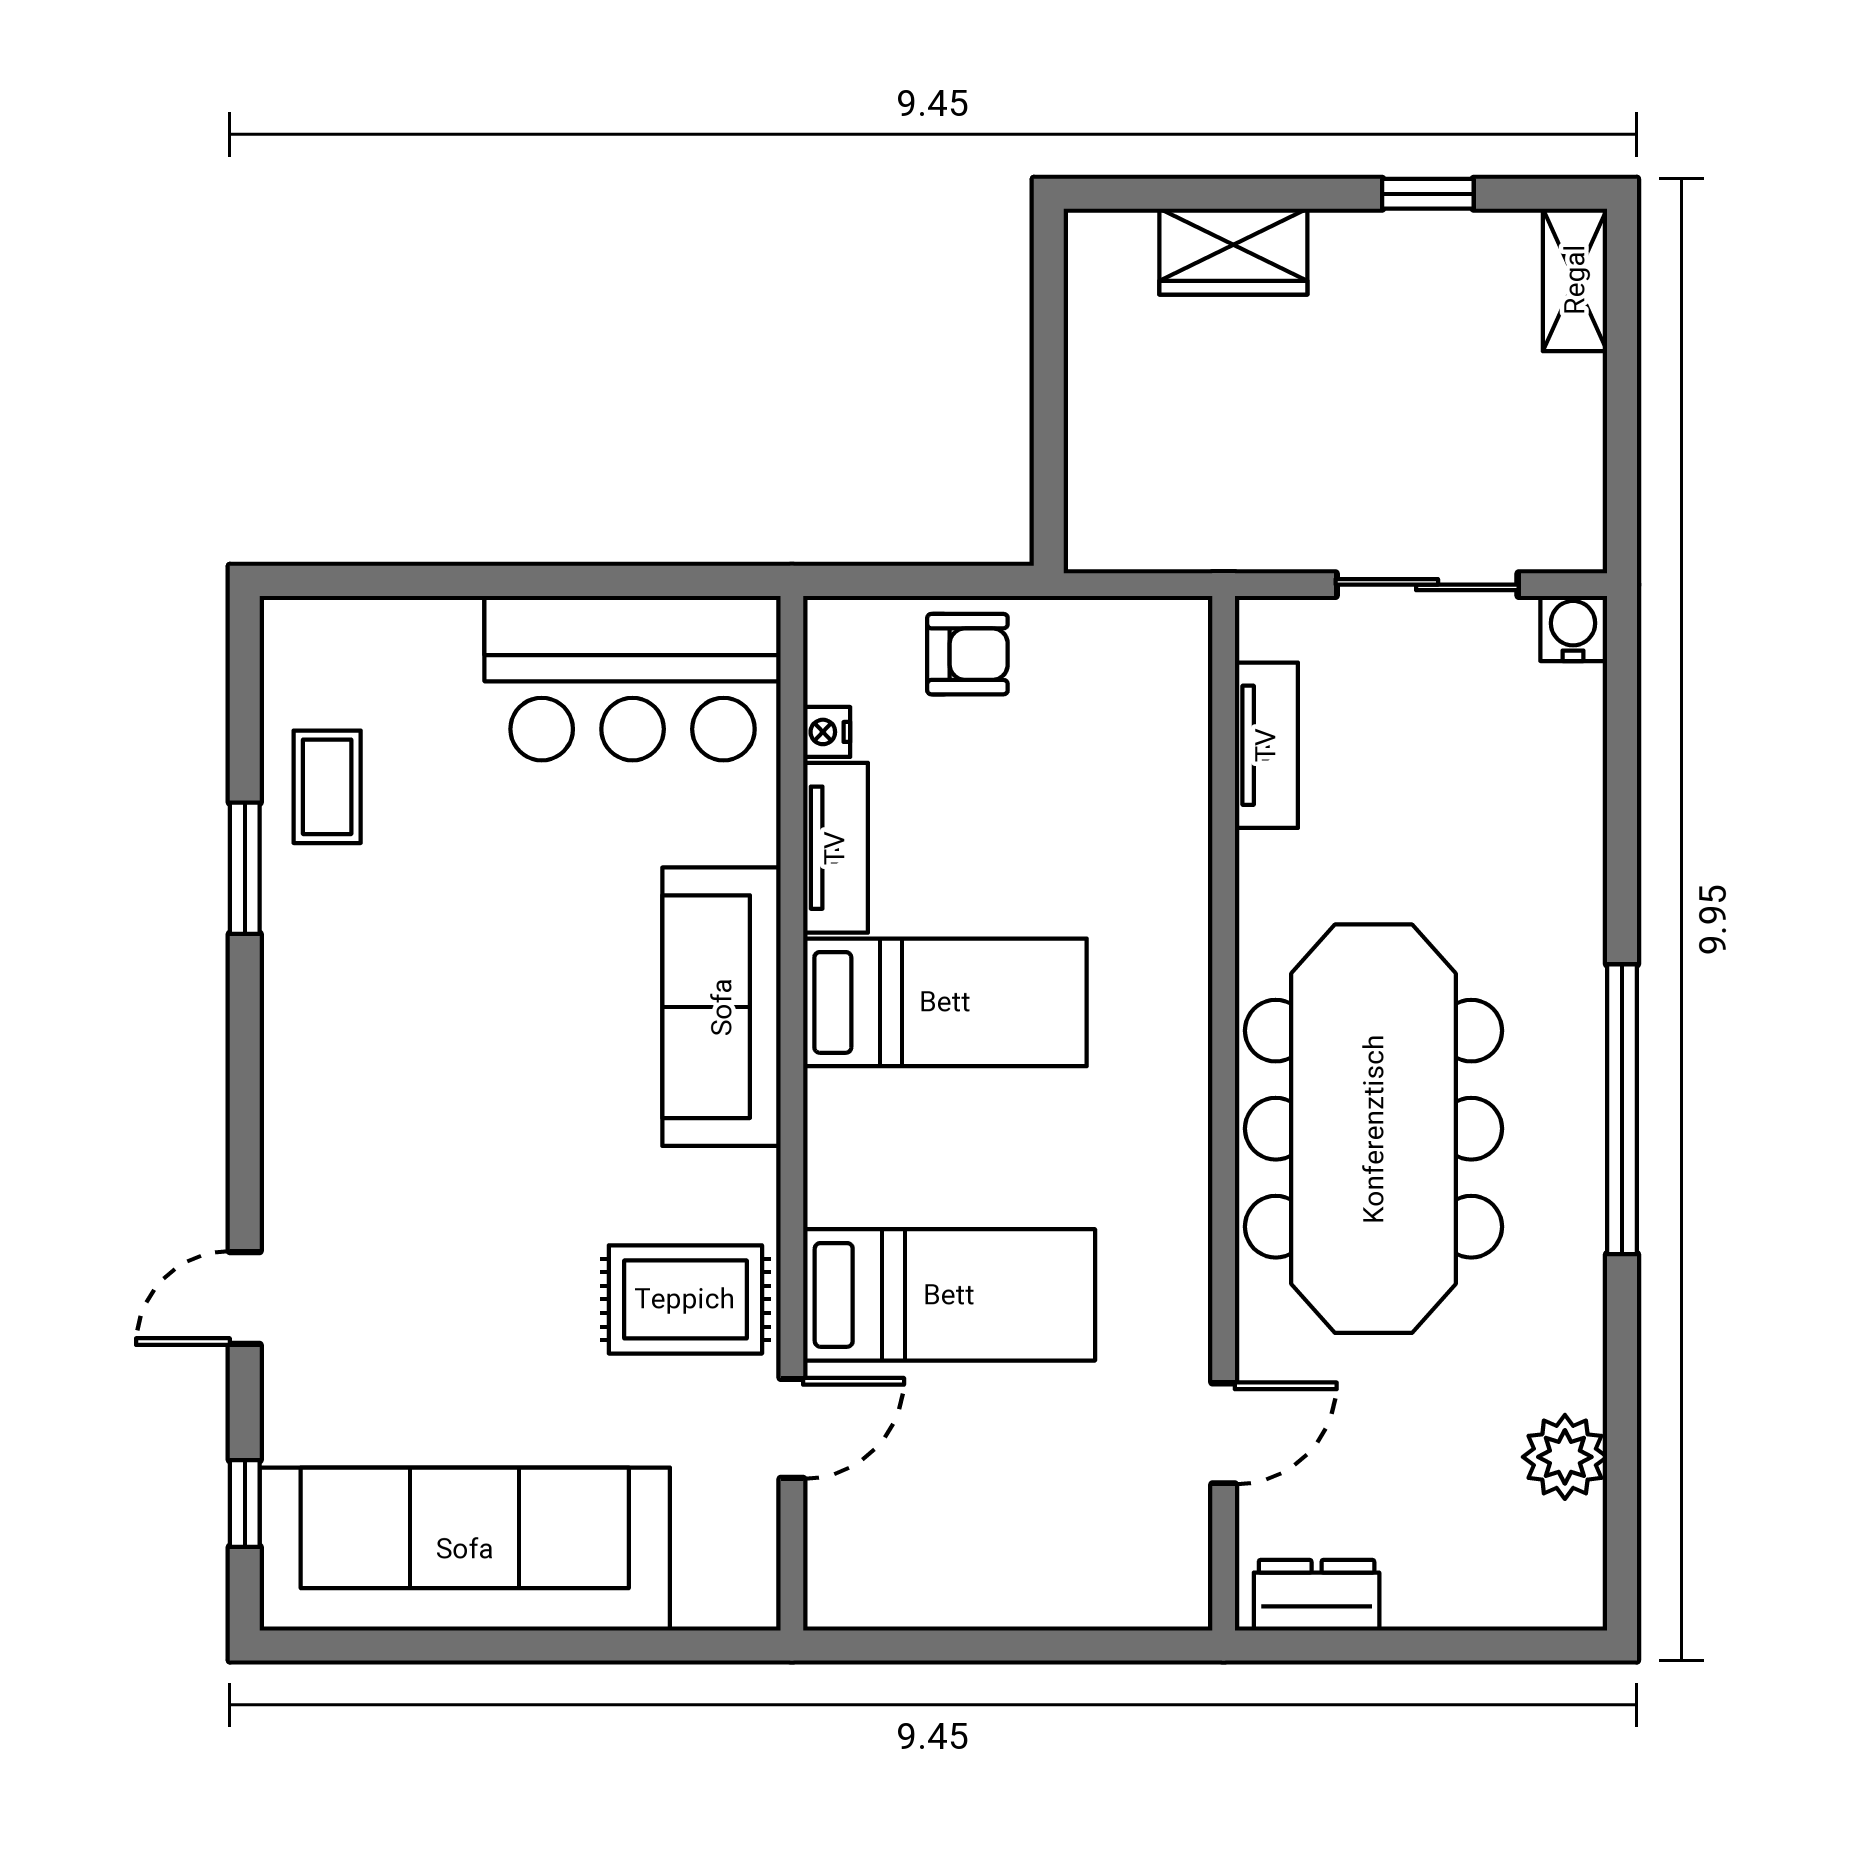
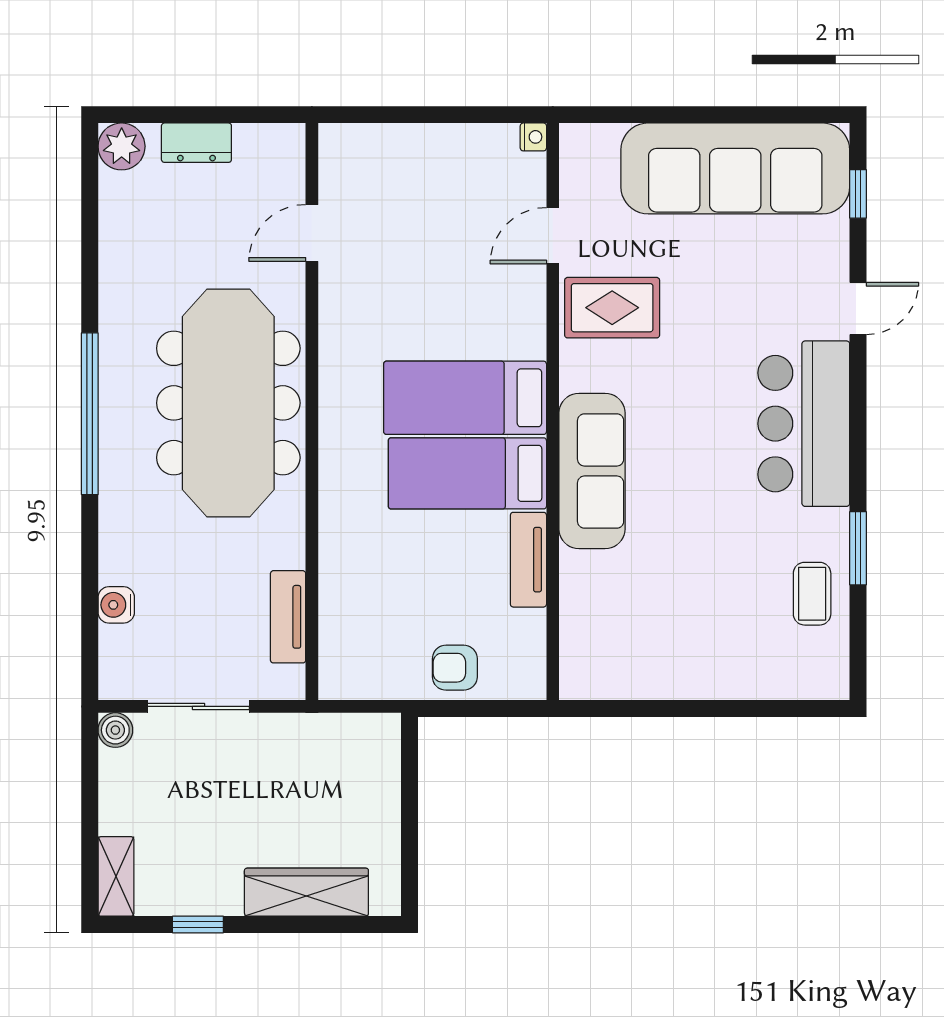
wardrobe: (1233, 252) -> (306, 892), width x1.50
boiler: (1576, 542) -> (115, 730), added
water cooler: (1573, 628) -> (116, 605), moved, turned 90
bar counter: (633, 678) -> (804, 424), moved, turned -90
nightstand: (827, 732) -> (533, 137), moved
bed: (949, 1295) -> (465, 398), moved
plant: (1565, 1457) -> (122, 146), moved
dresser: (1317, 1595) -> (196, 143), moved

